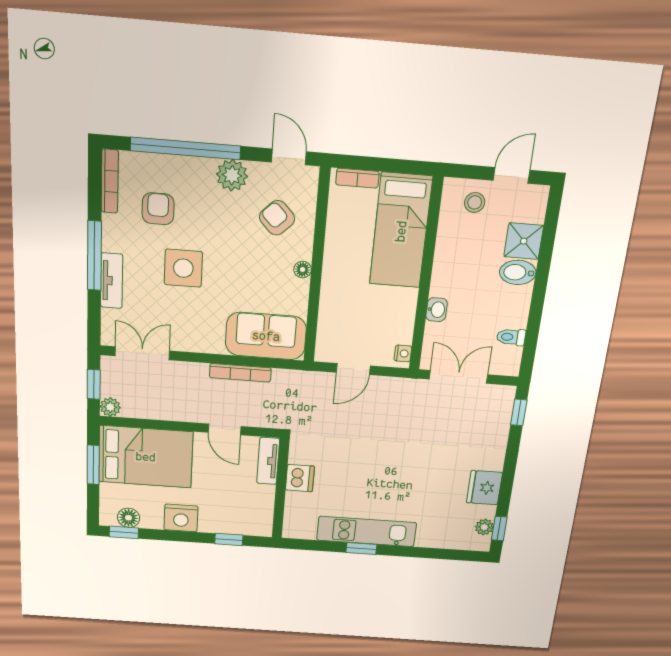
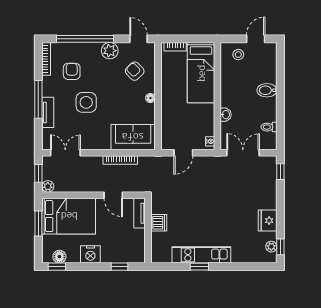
shower: (524, 241) -> (267, 73), removed

